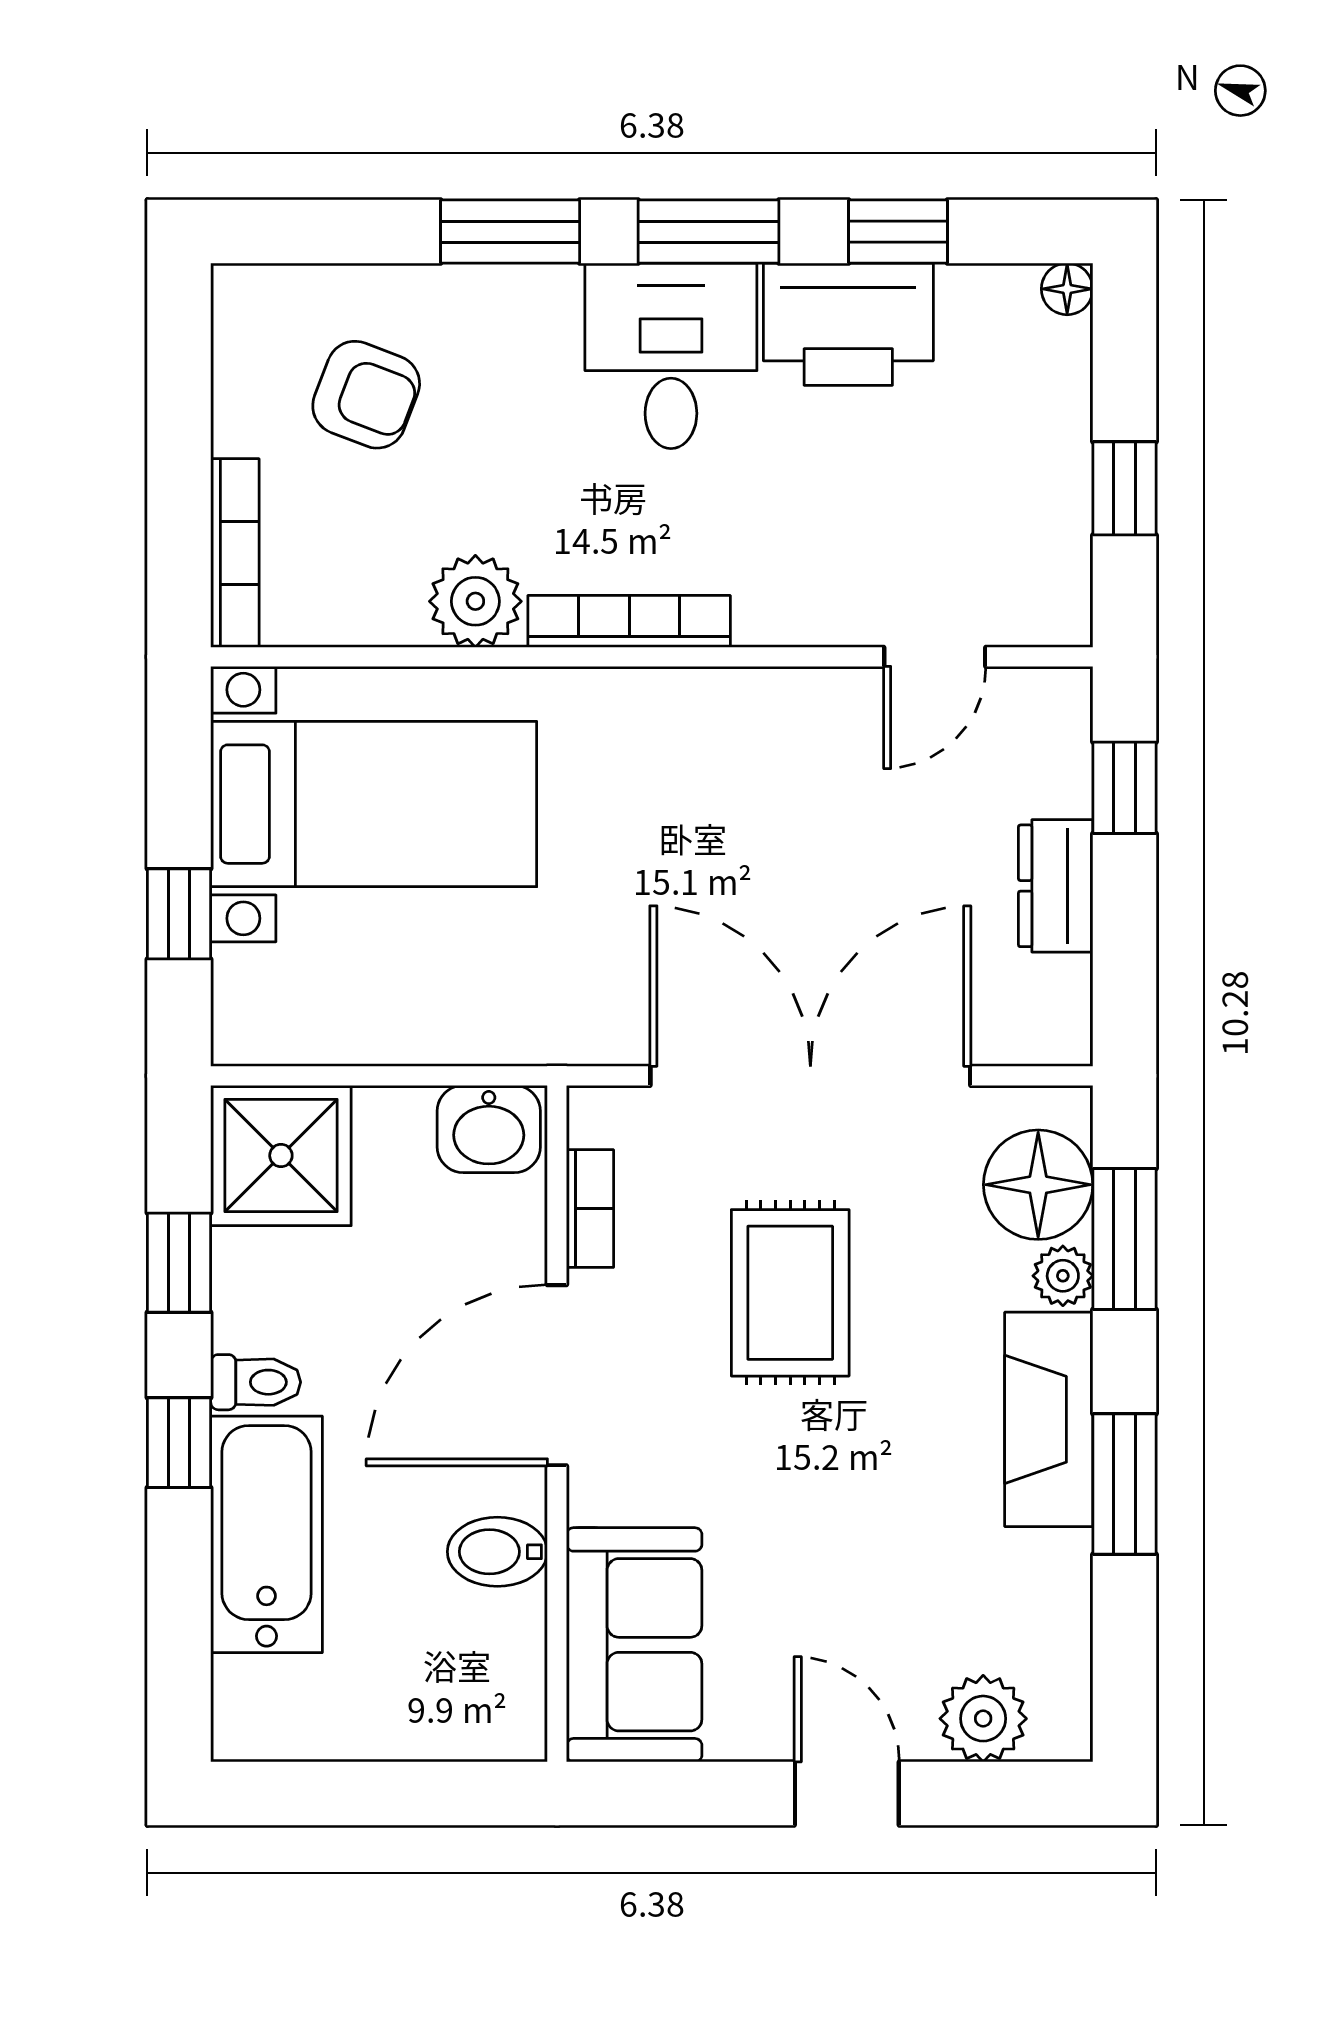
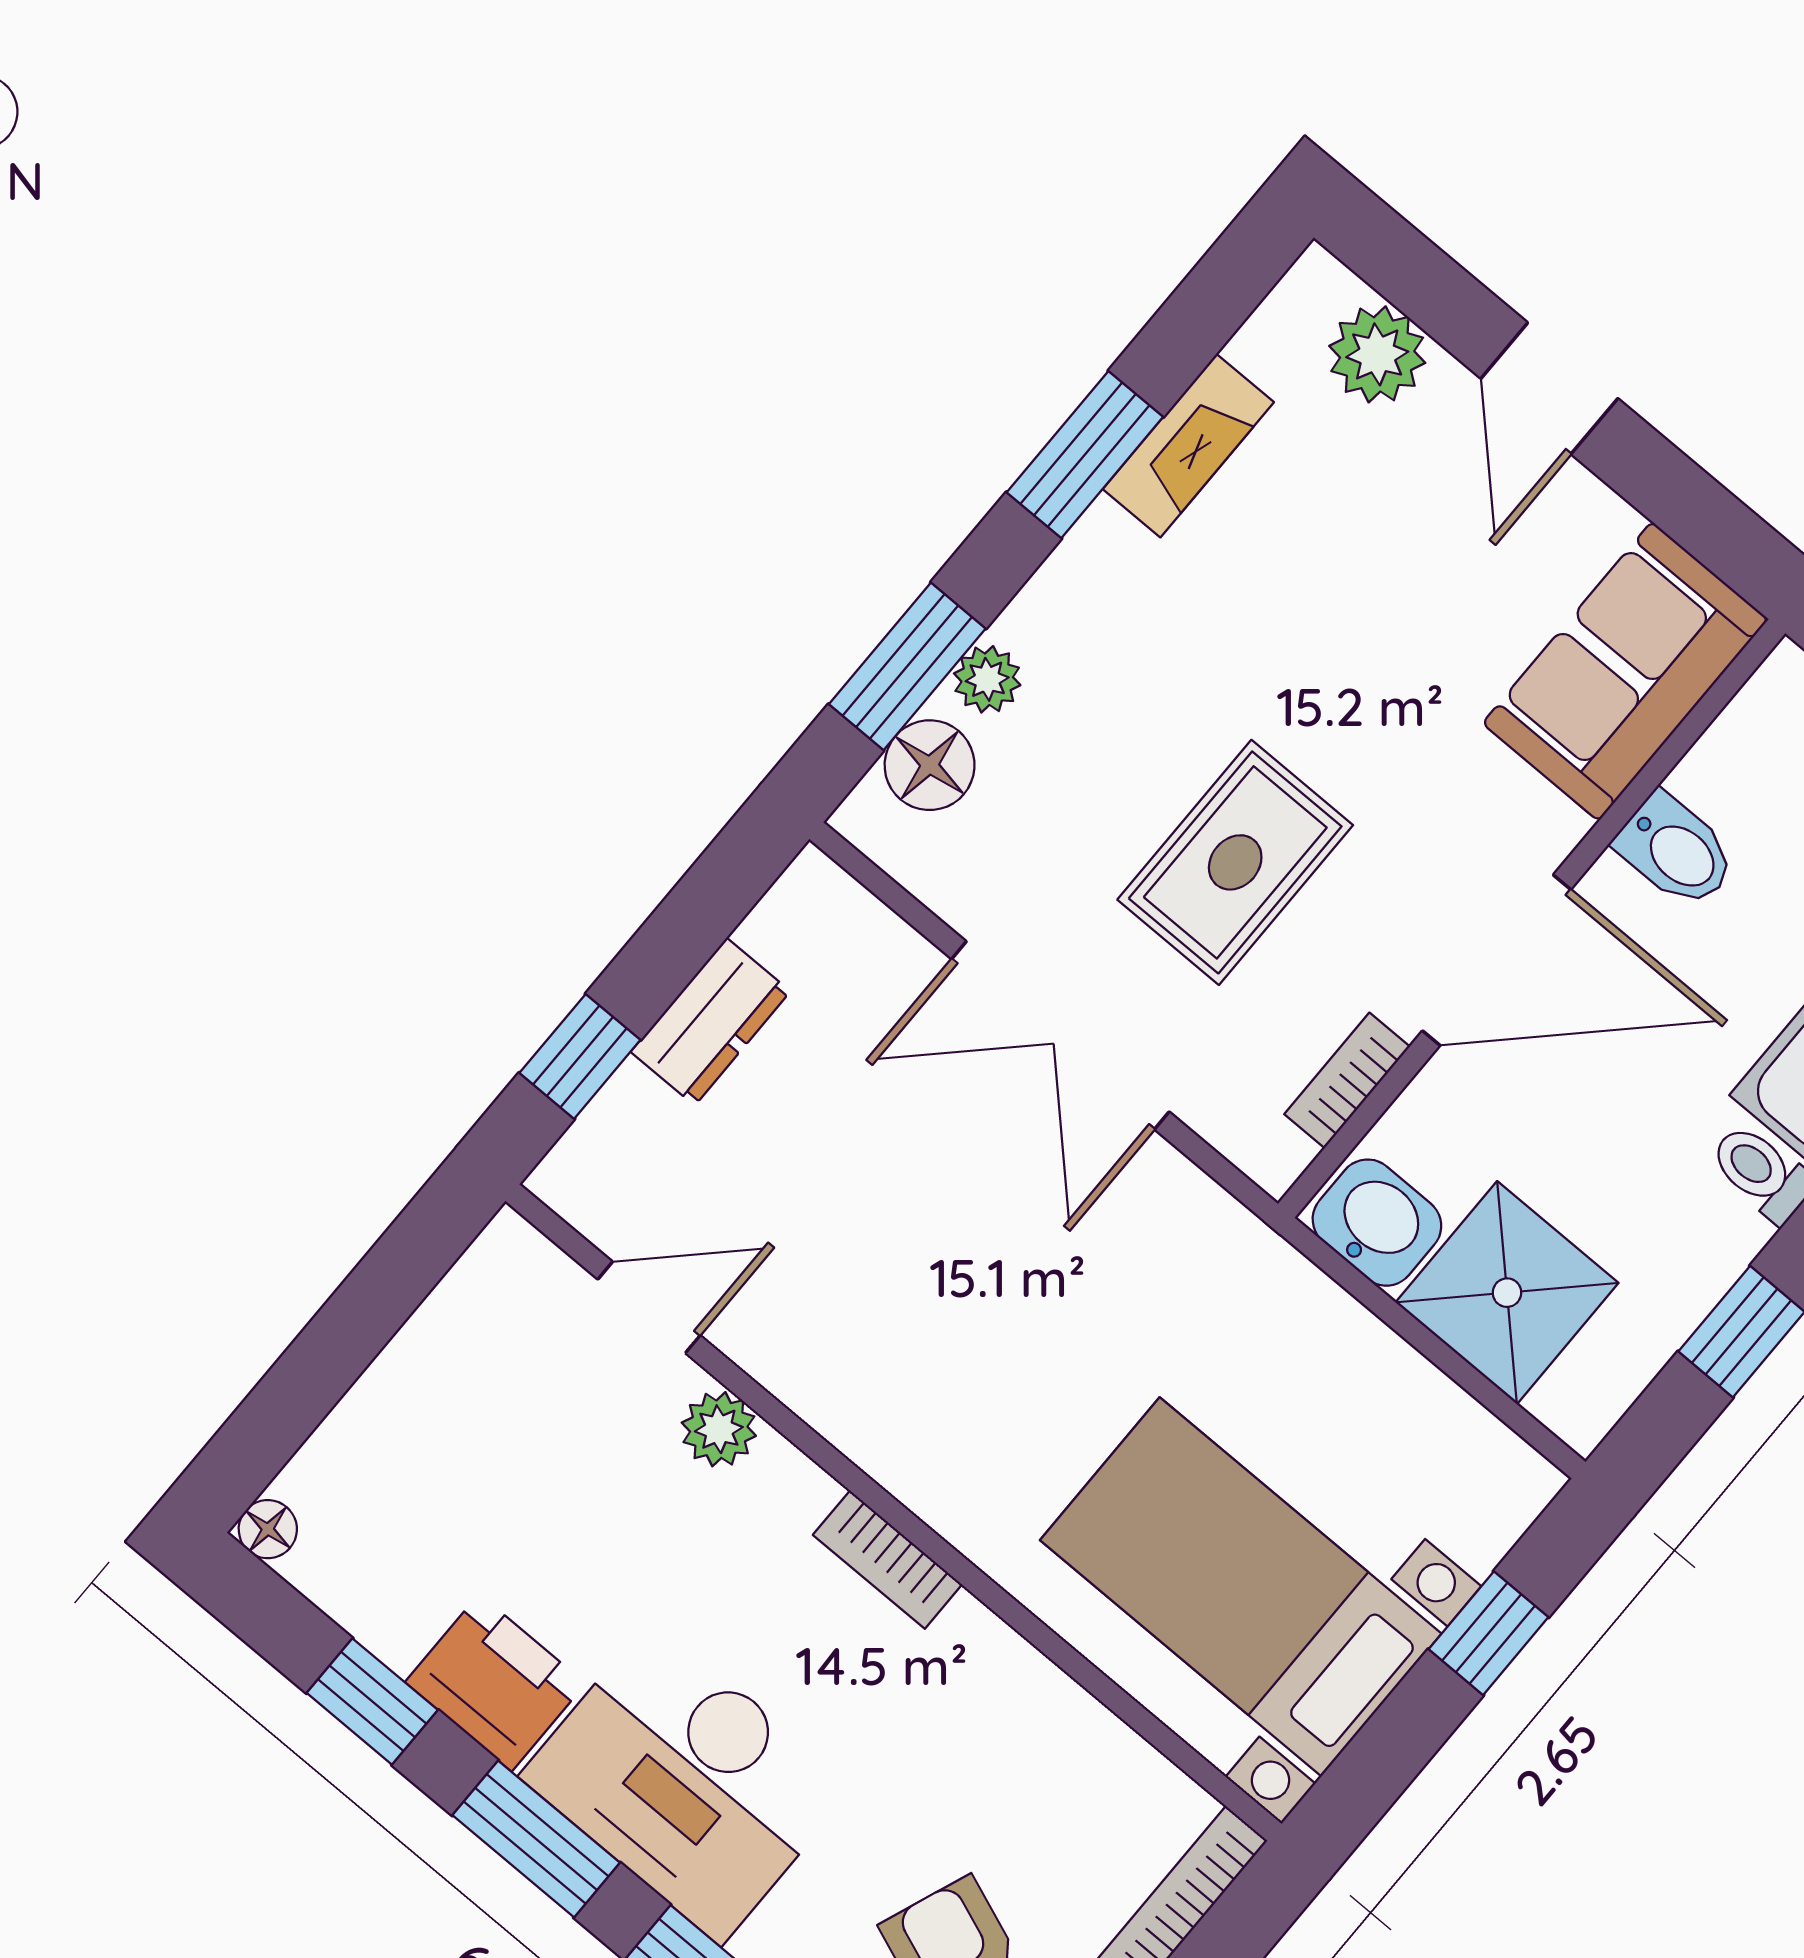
printer: (848, 324) -> (495, 1683), width x0.73, depth x0.84
desk: (671, 356) -> (686, 1782), width x1.37
window: (1125, 488) -> (363, 1315), removed
plant: (475, 601) -> (719, 1429), moved, width x0.73, depth x0.73
bookcase: (629, 621) -> (888, 1560), width x0.64
double door: (810, 1076) -> (1060, 1035), width x0.73
shower: (281, 1156) -> (1507, 1293), moved
floor lamp: (1038, 1185) -> (930, 765), width x0.73, depth x0.73
fireplace: (1049, 1419) -> (1188, 446), moved, width x0.73, depth x0.76

